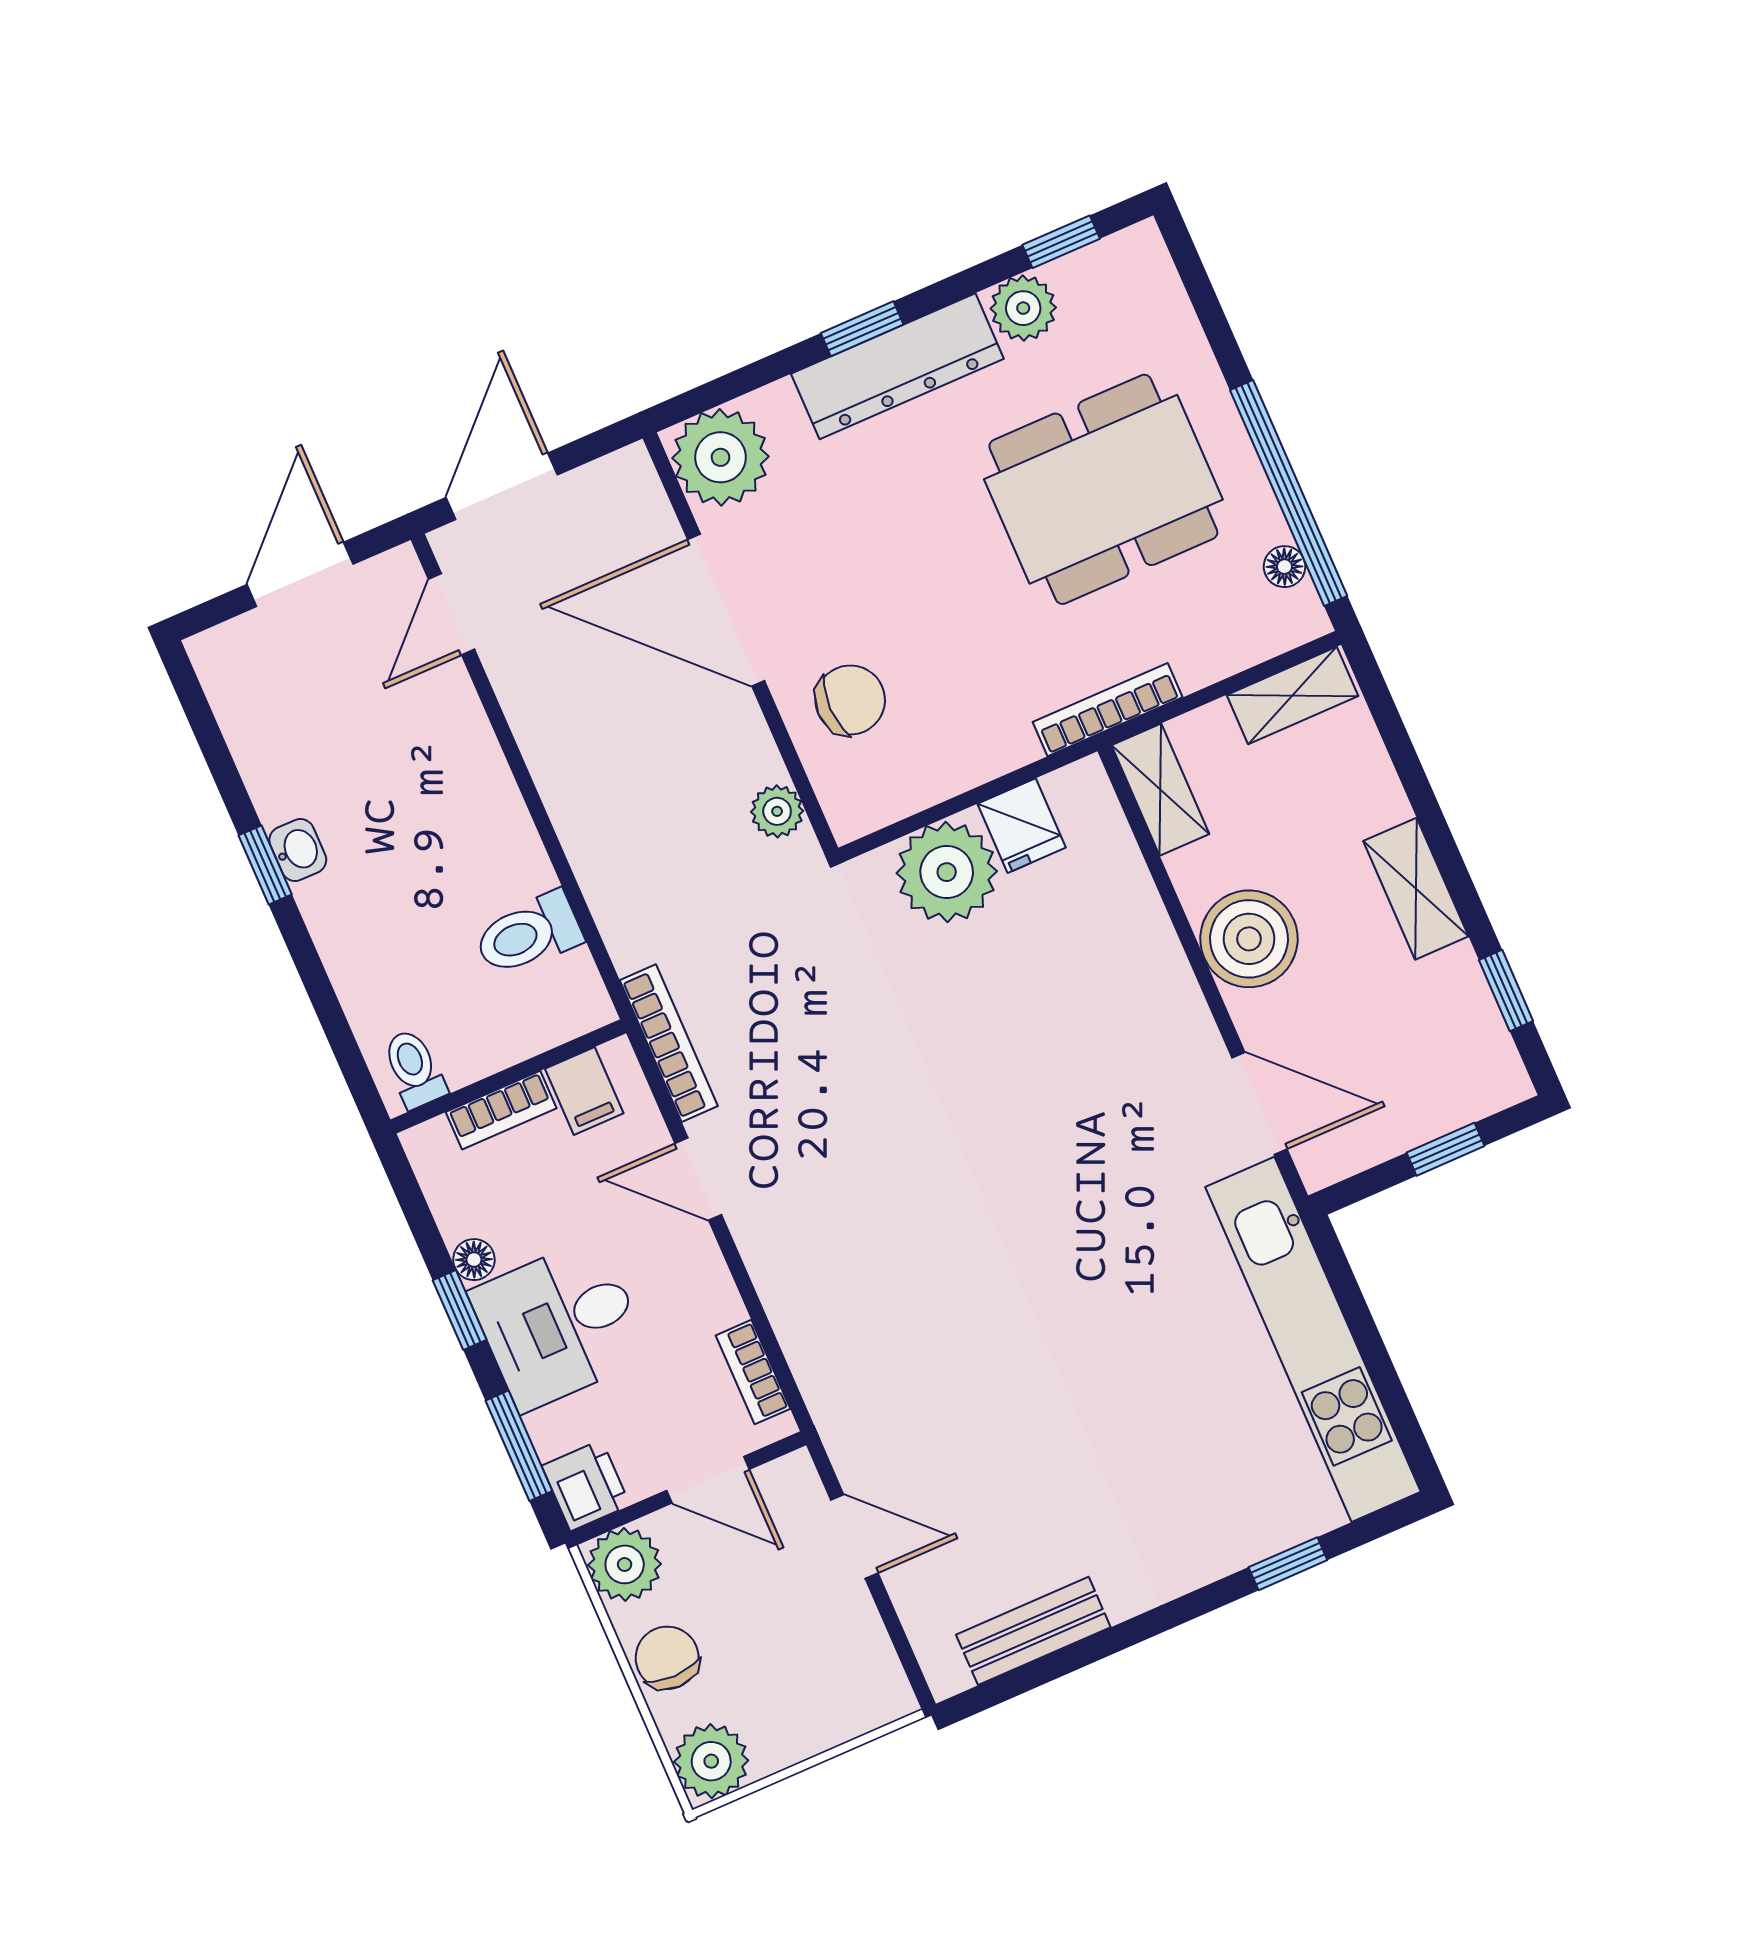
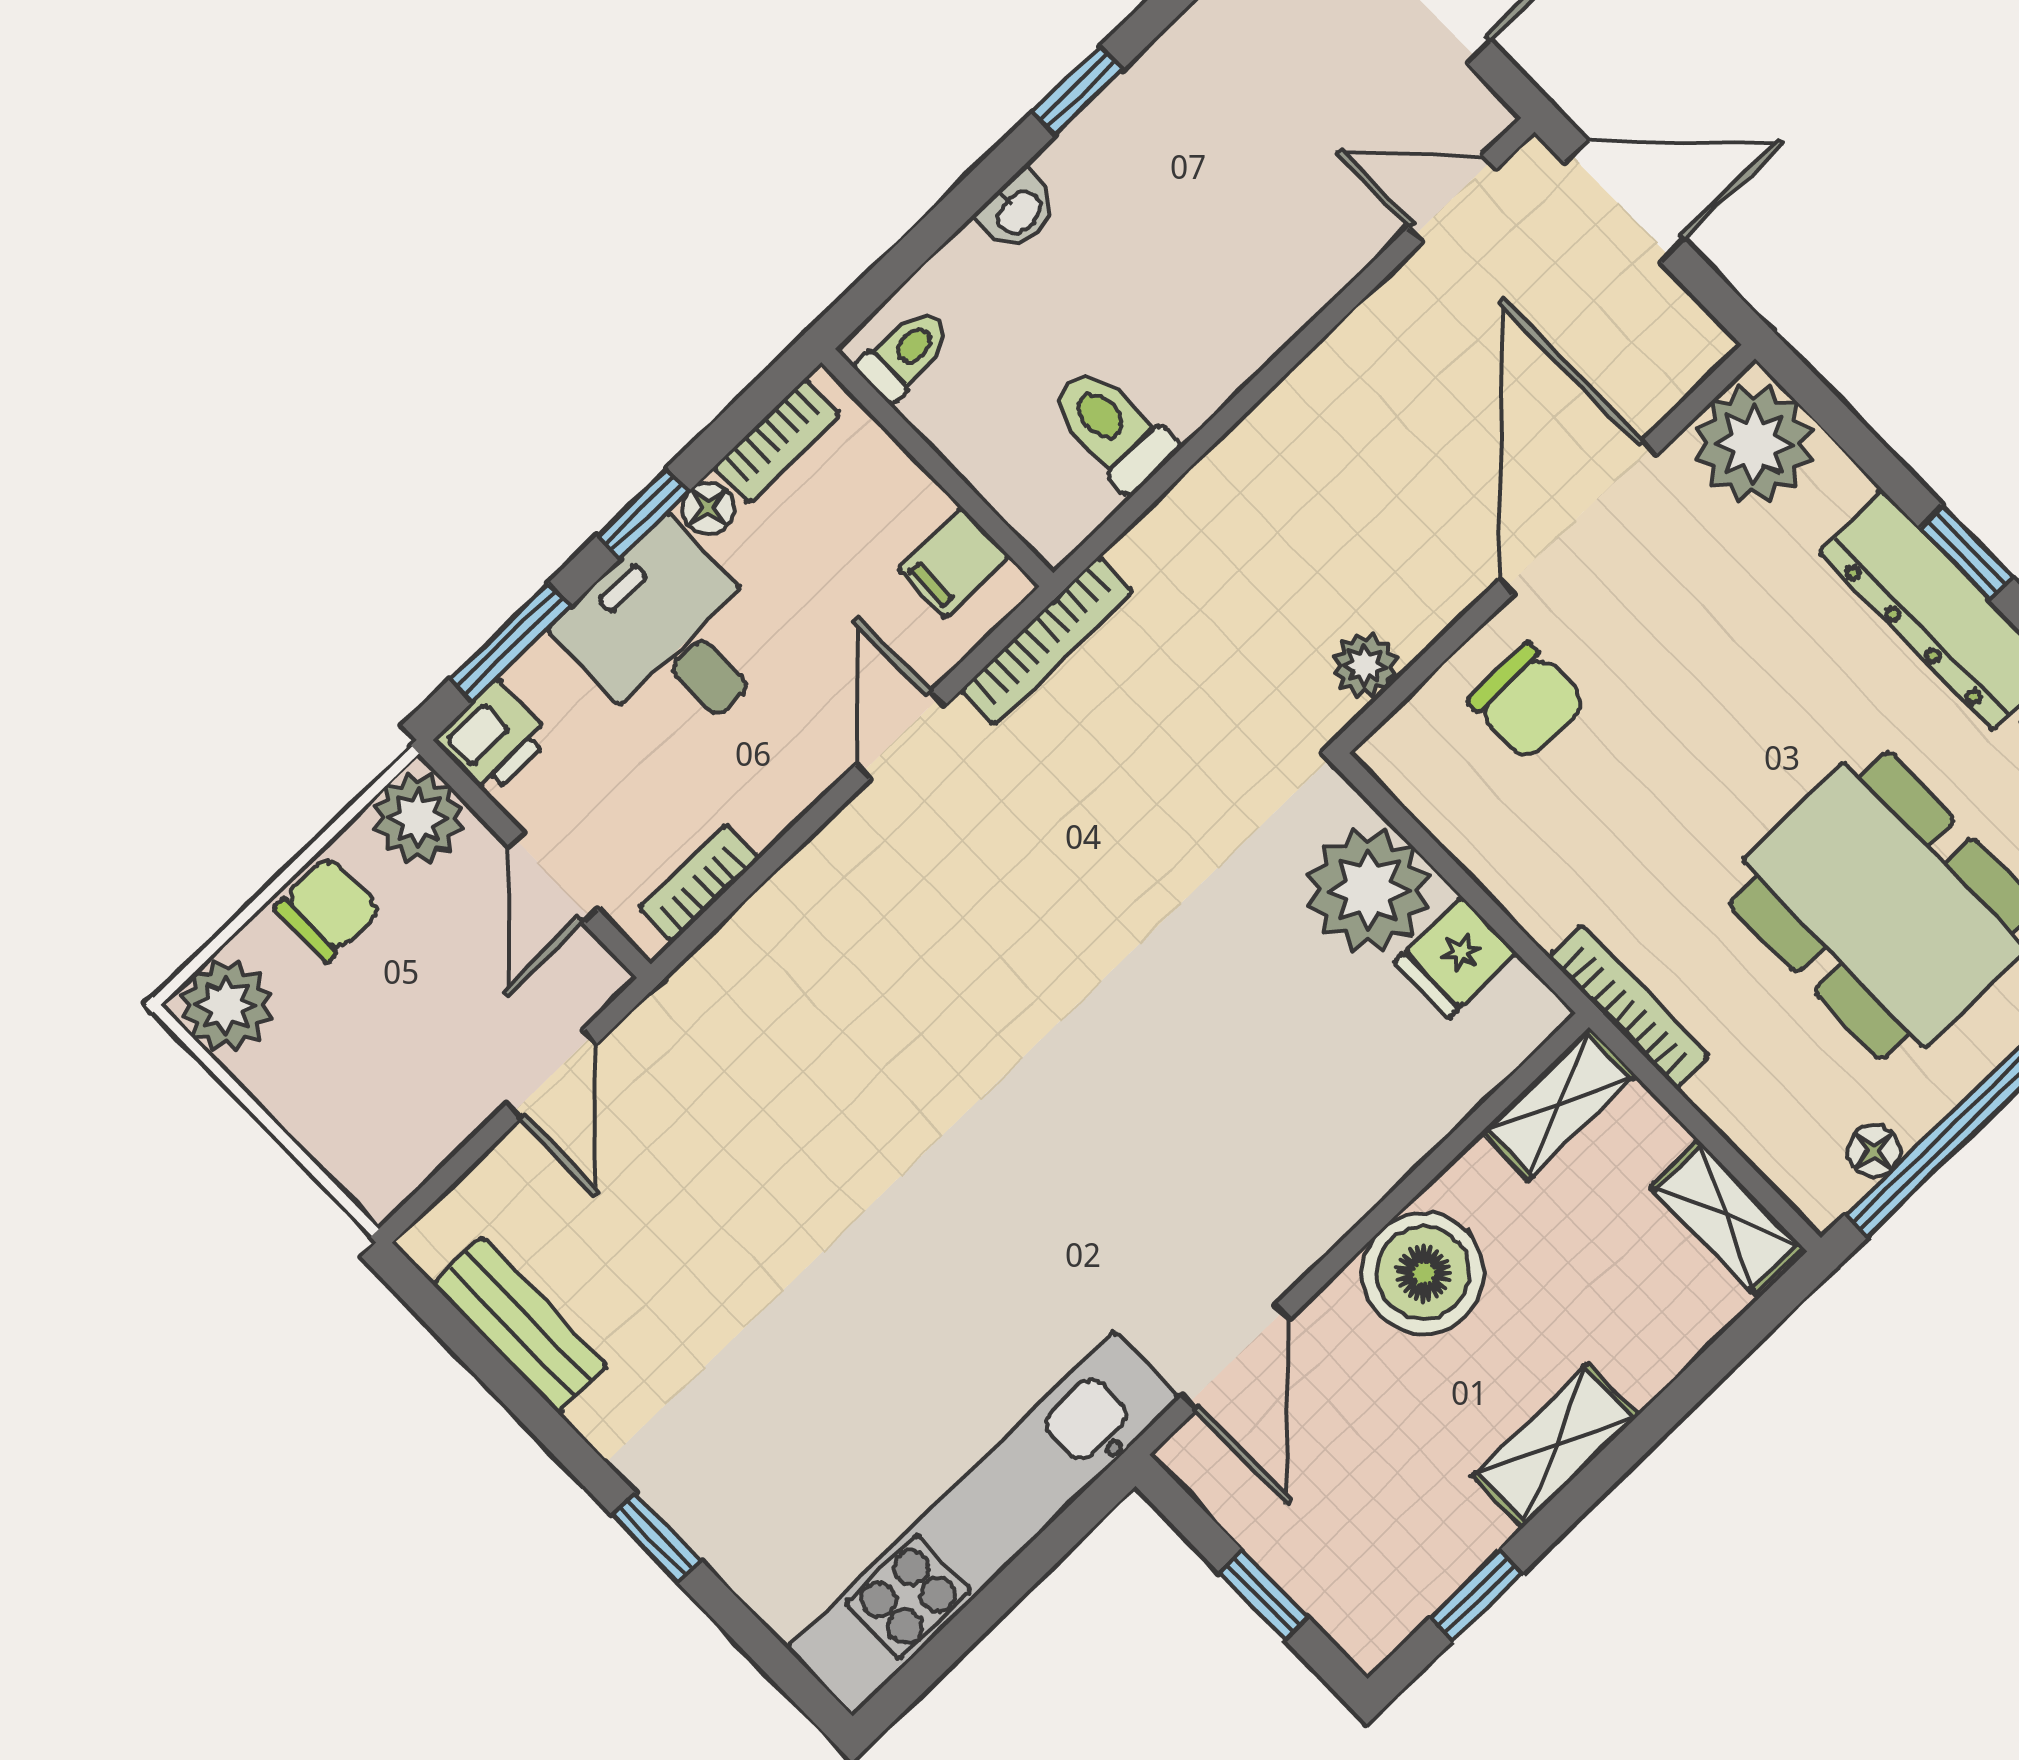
washbasin: (298, 850) -> (1018, 211), moved
bookcase: (501, 1110) -> (777, 441), moved, turned -90
window: (1288, 1564) -> (656, 1537), moved

